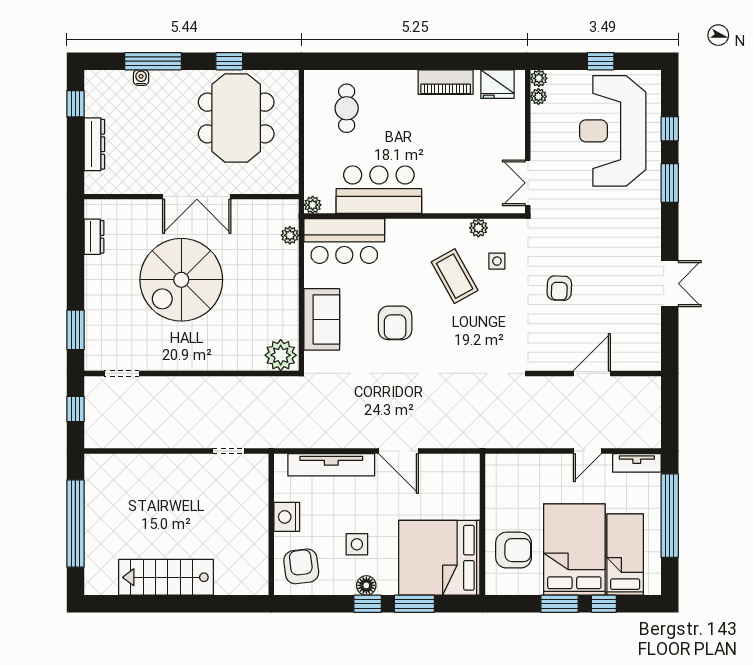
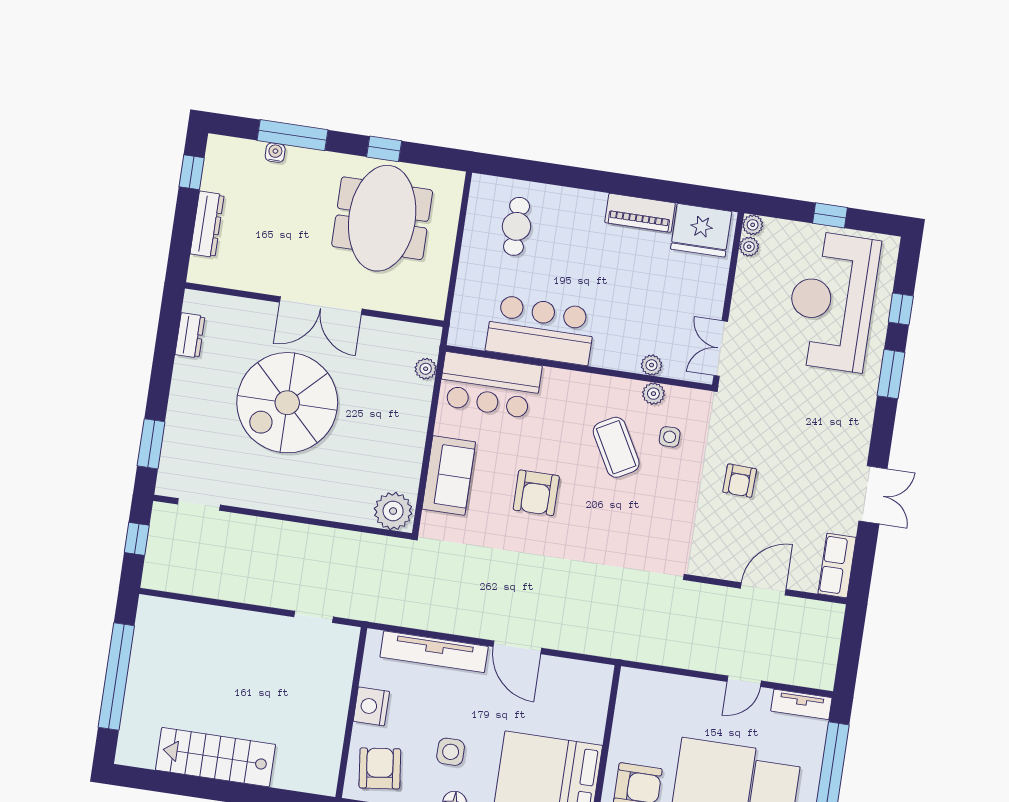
fridge: (497, 84) -> (701, 230), width x1.36, depth x1.34
plant: (313, 205) -> (652, 365), moved
row of seats: (649, 345) -> (837, 566), added

